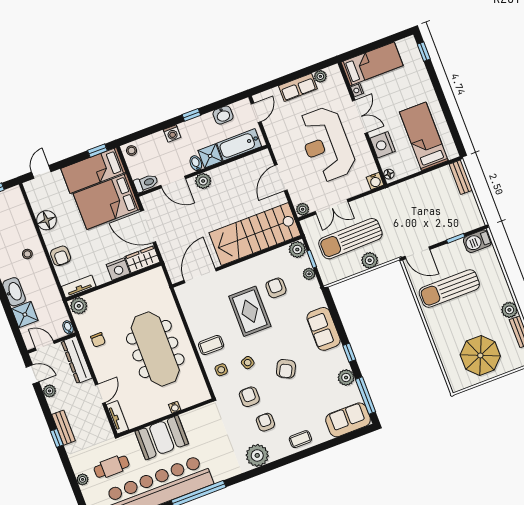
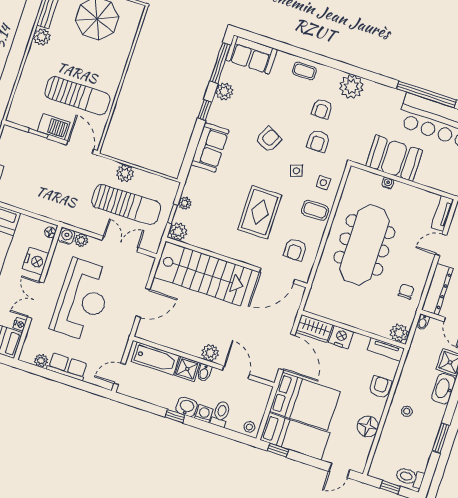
washbasin: (223, 115) -> (187, 407), moved
toilet: (146, 183) -> (221, 414), moved, turned 90
plant: (303, 209) -> (81, 240), moved
barbecue: (478, 241) -> (54, 127), moved
armchair: (276, 288) -> (295, 250), moved
booth: (162, 438) -> (394, 158), moved

